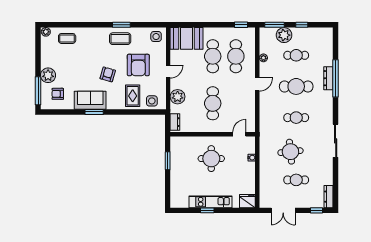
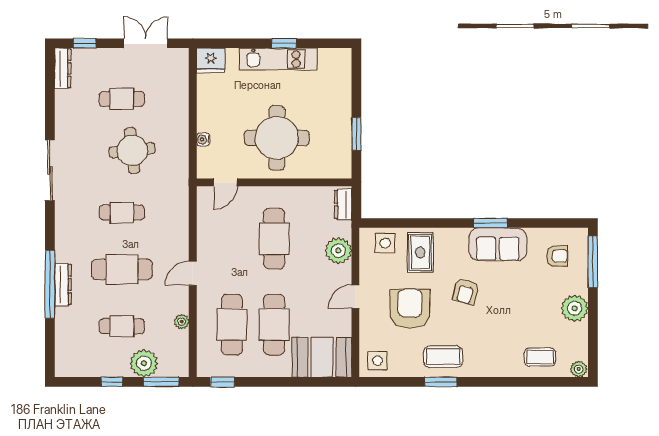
plant: (48, 75) -> (575, 308), moved
round table: (211, 159) -> (277, 138), width x1.36, depth x1.36

